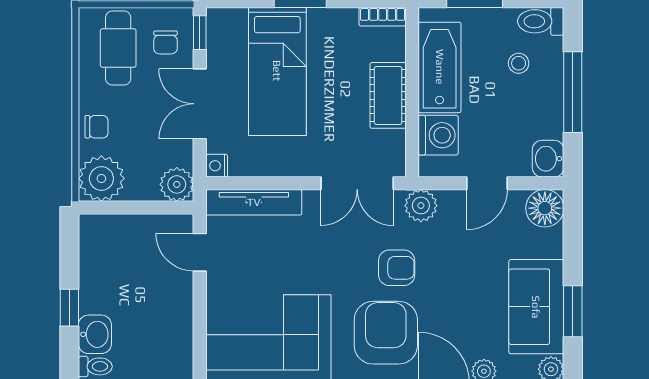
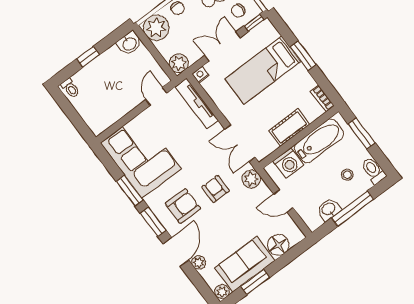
washbasin: (548, 159) -> (329, 209), moved
floor lamp: (545, 208) -> (278, 245), moved
armchair: (397, 268) -> (215, 189), turned 180
armchair: (386, 333) -> (183, 206), width x0.73, depth x0.73
washbasin: (95, 334) -> (129, 44), moved

